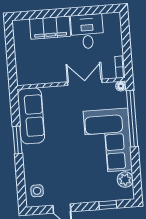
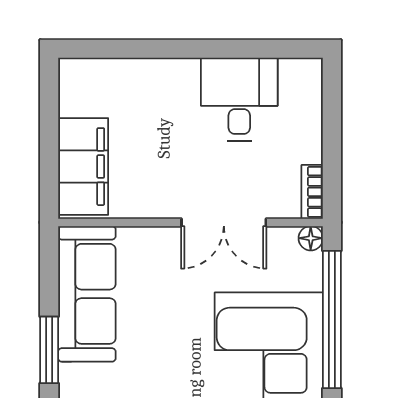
filing cabinet: (50, 28) -> (83, 167), moved, turned -90
double door: (85, 82) -> (224, 222), swing flipped

